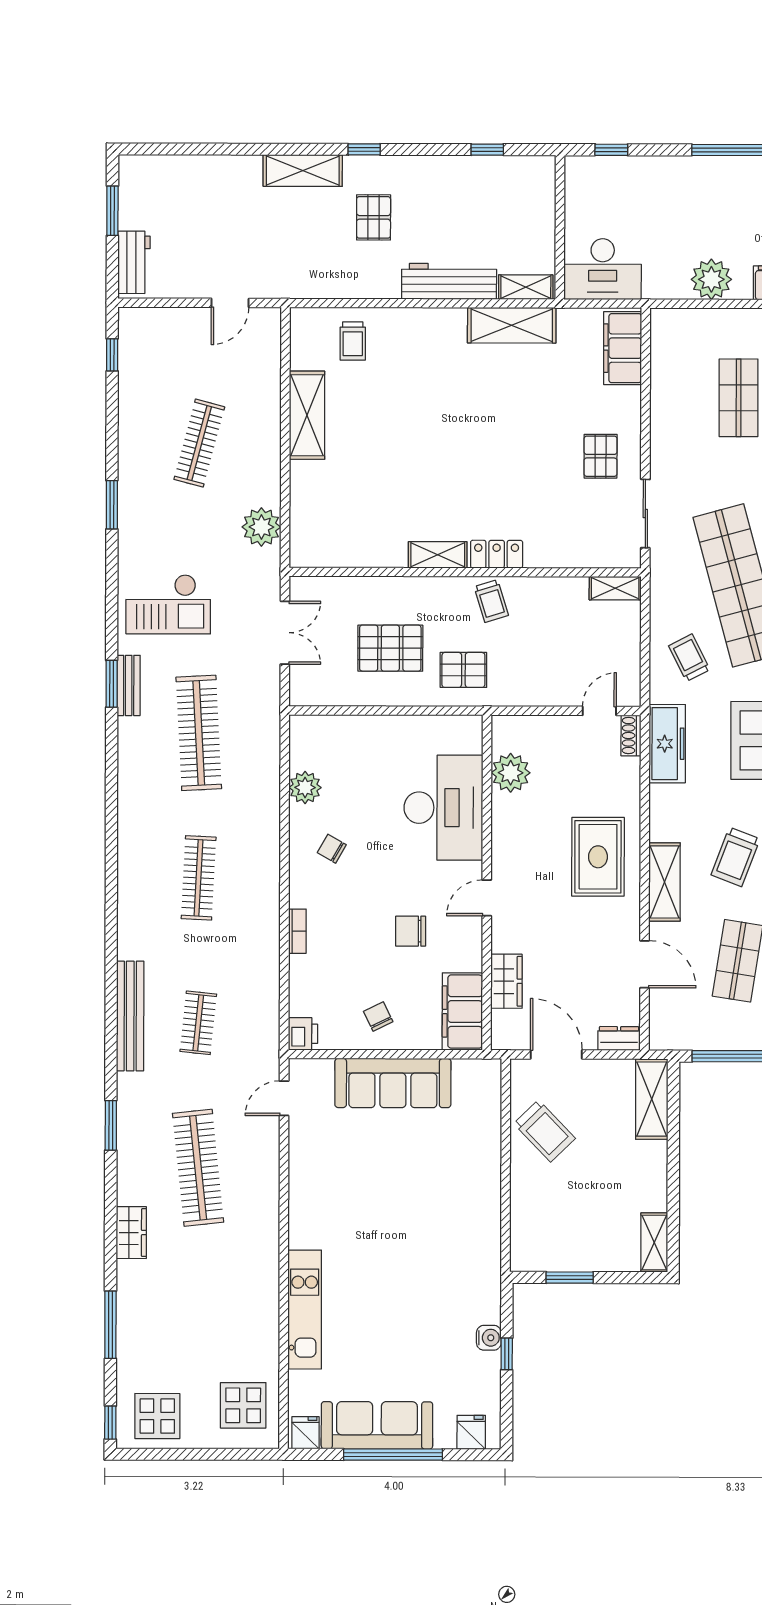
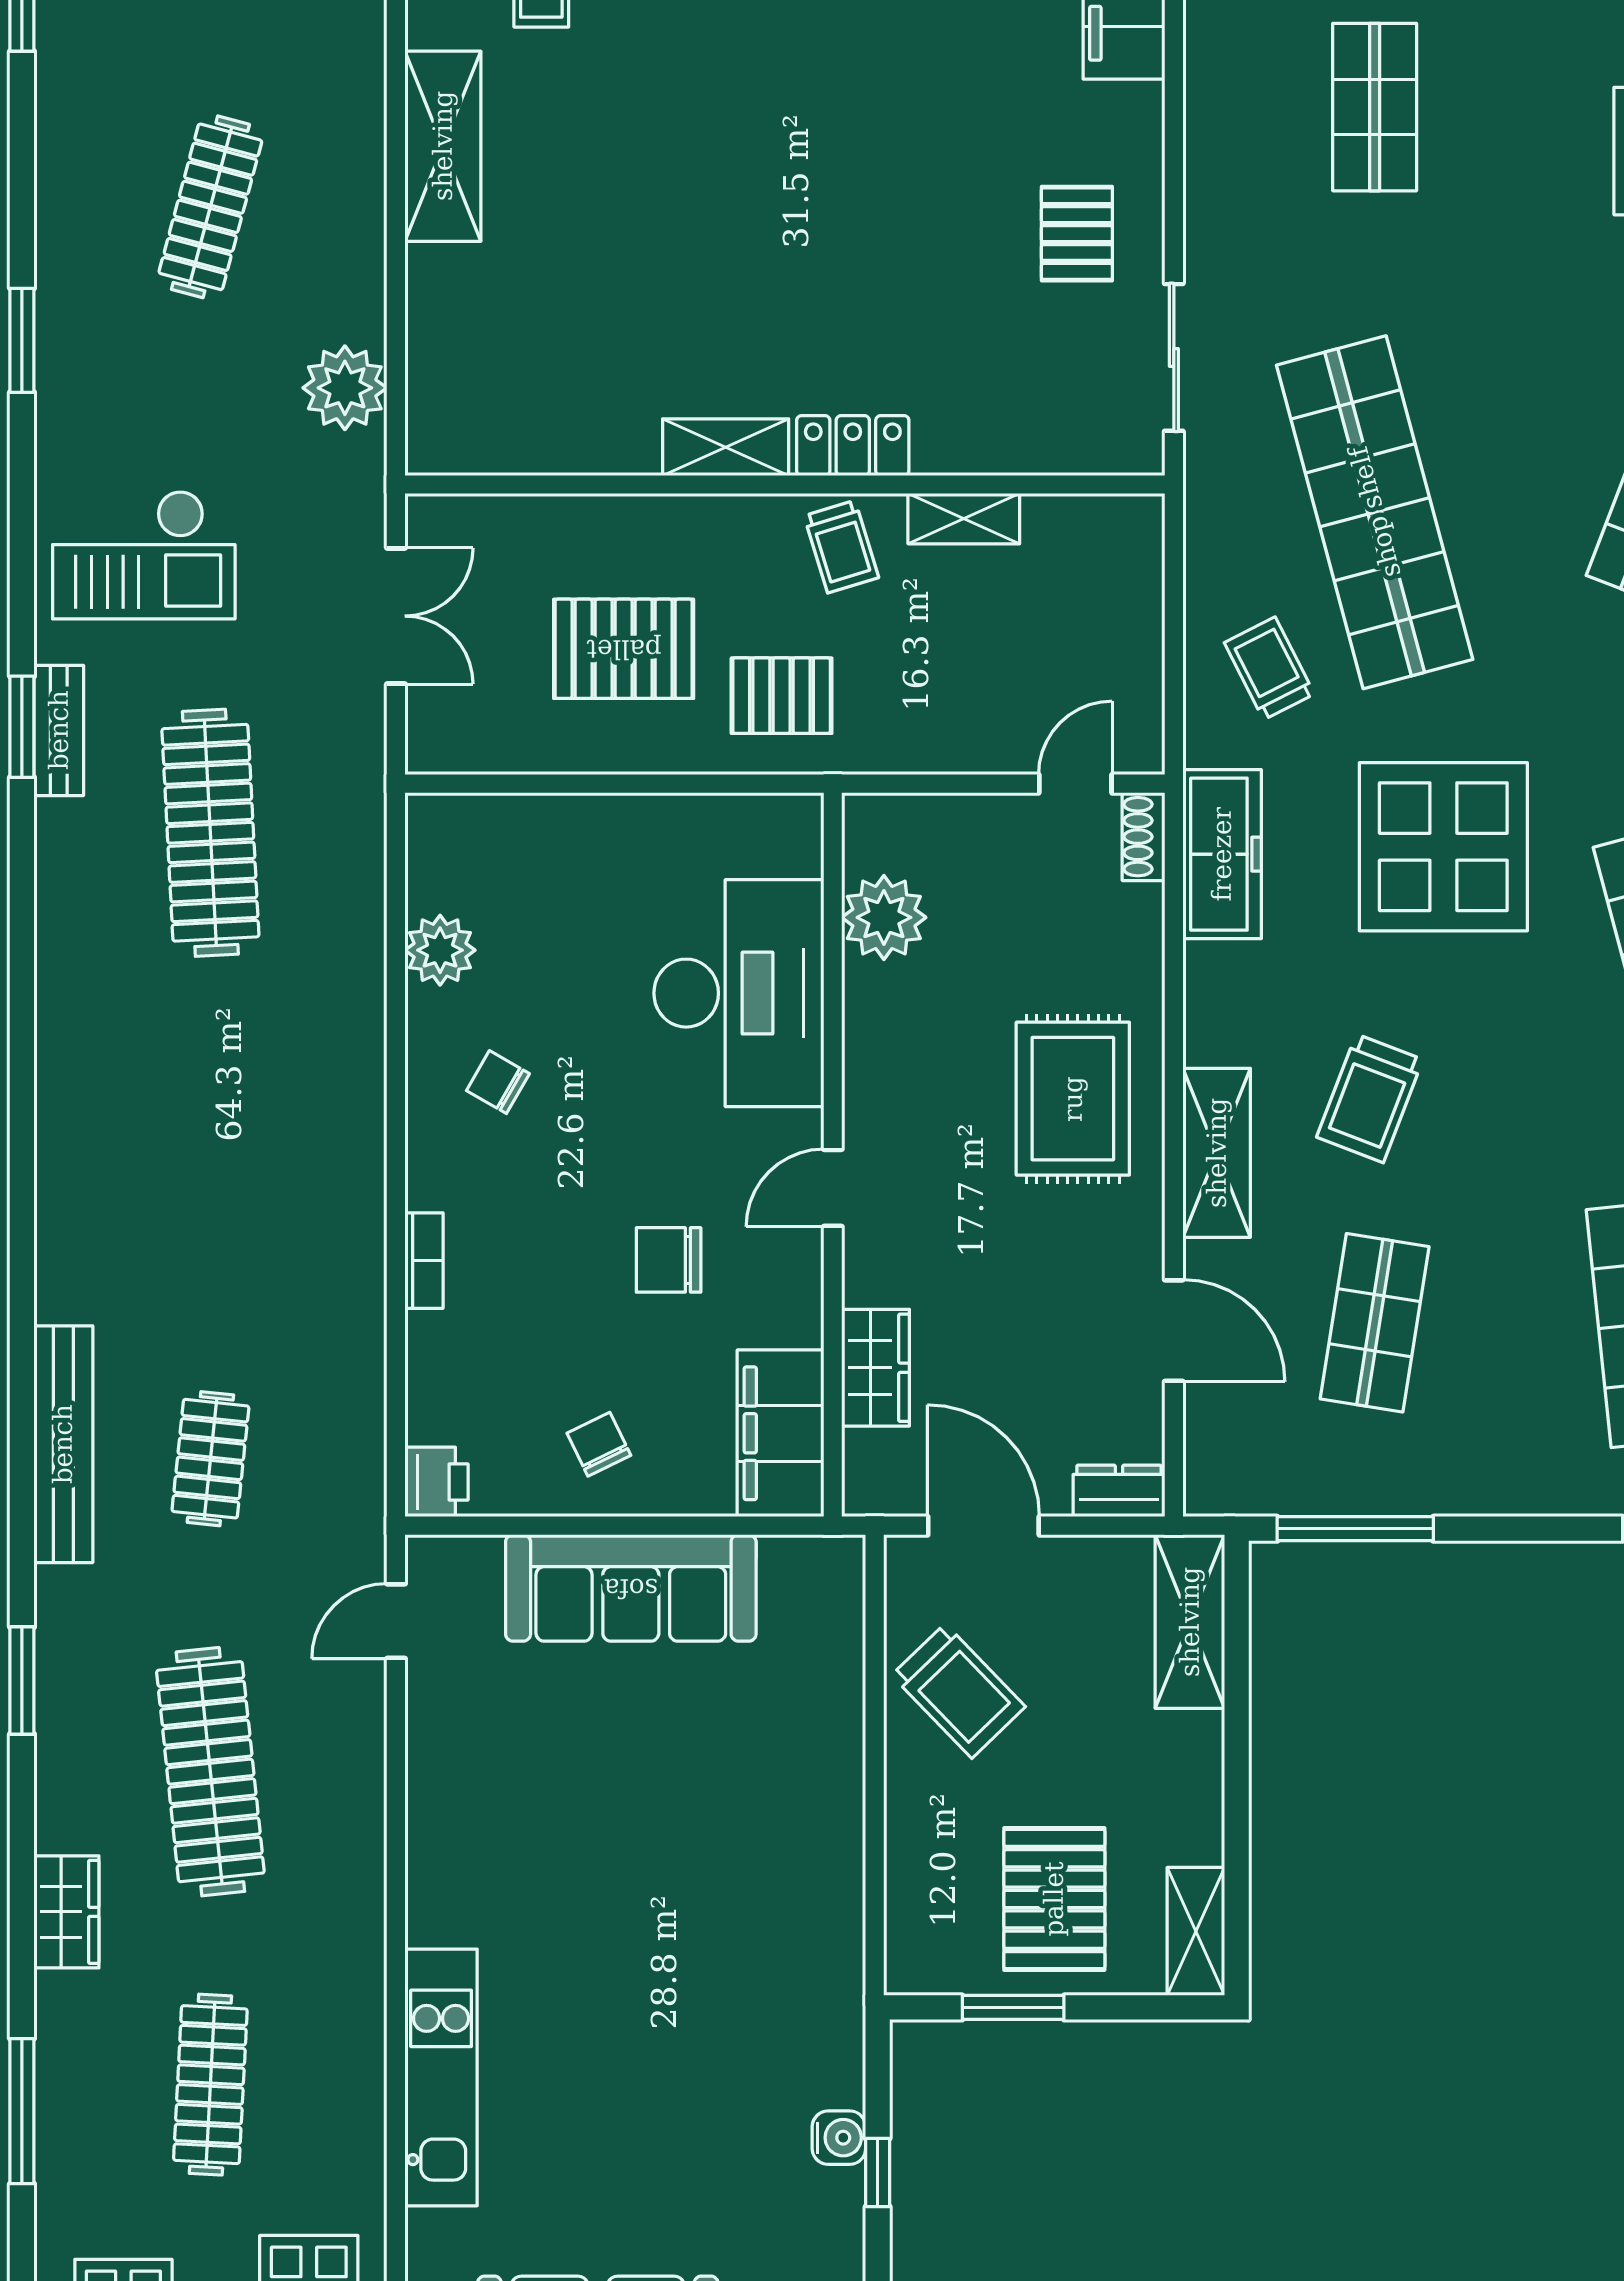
shelving: (615, 588) -> (964, 519), moved
clothes rail: (199, 878) -> (210, 2085), moved
pallet: (589, 1227) -> (1054, 1899), added

